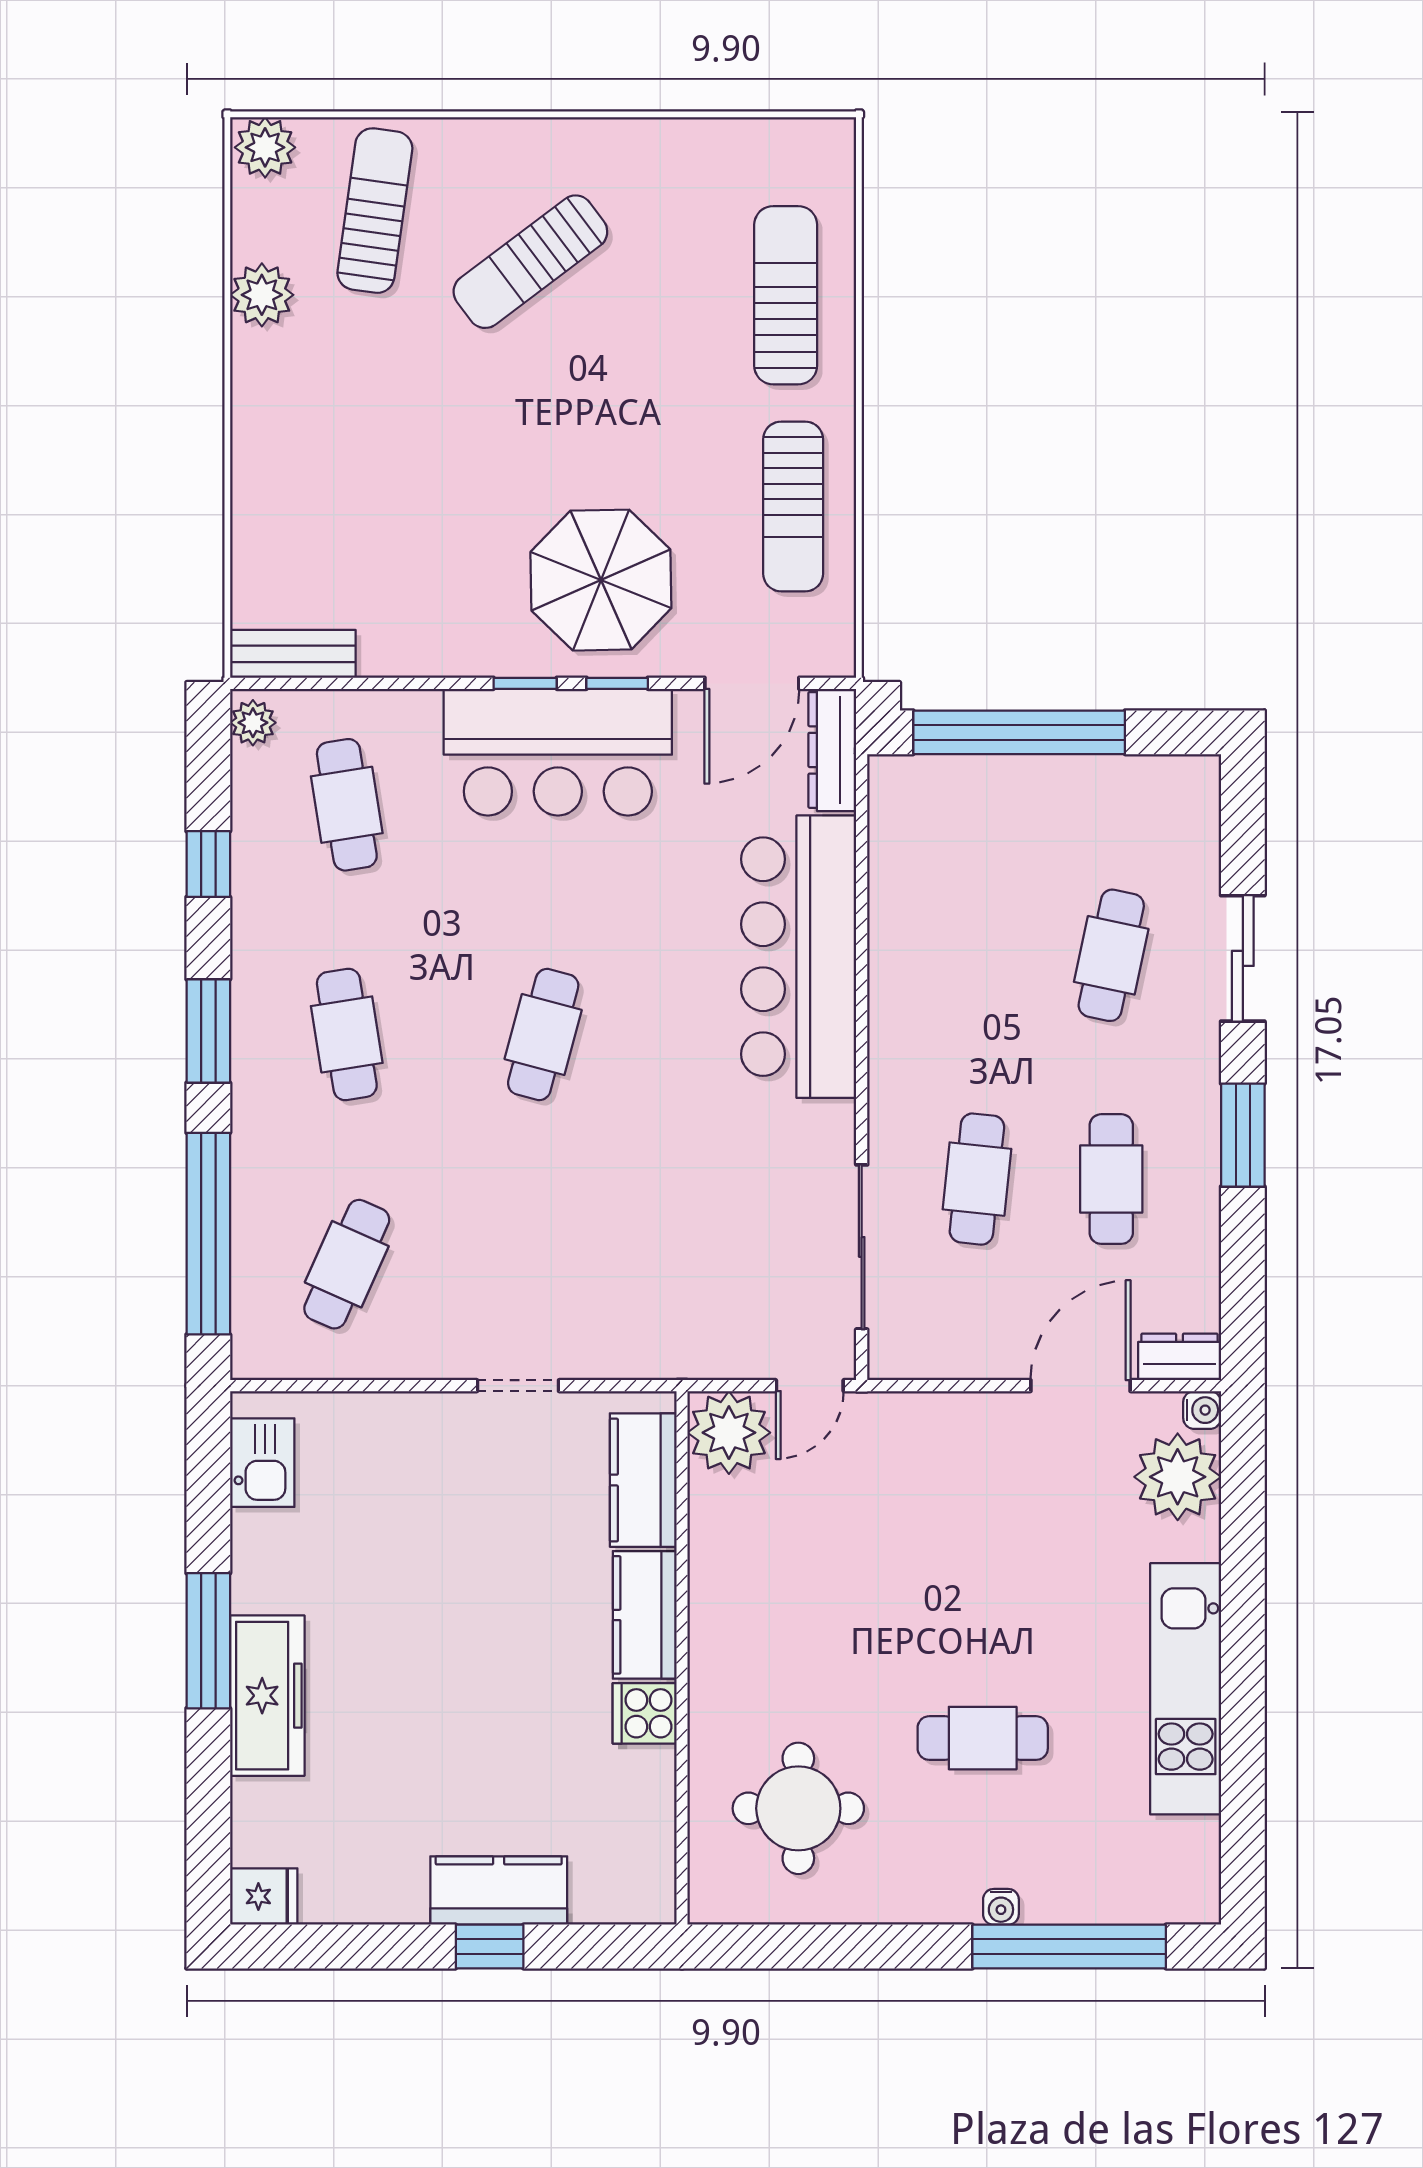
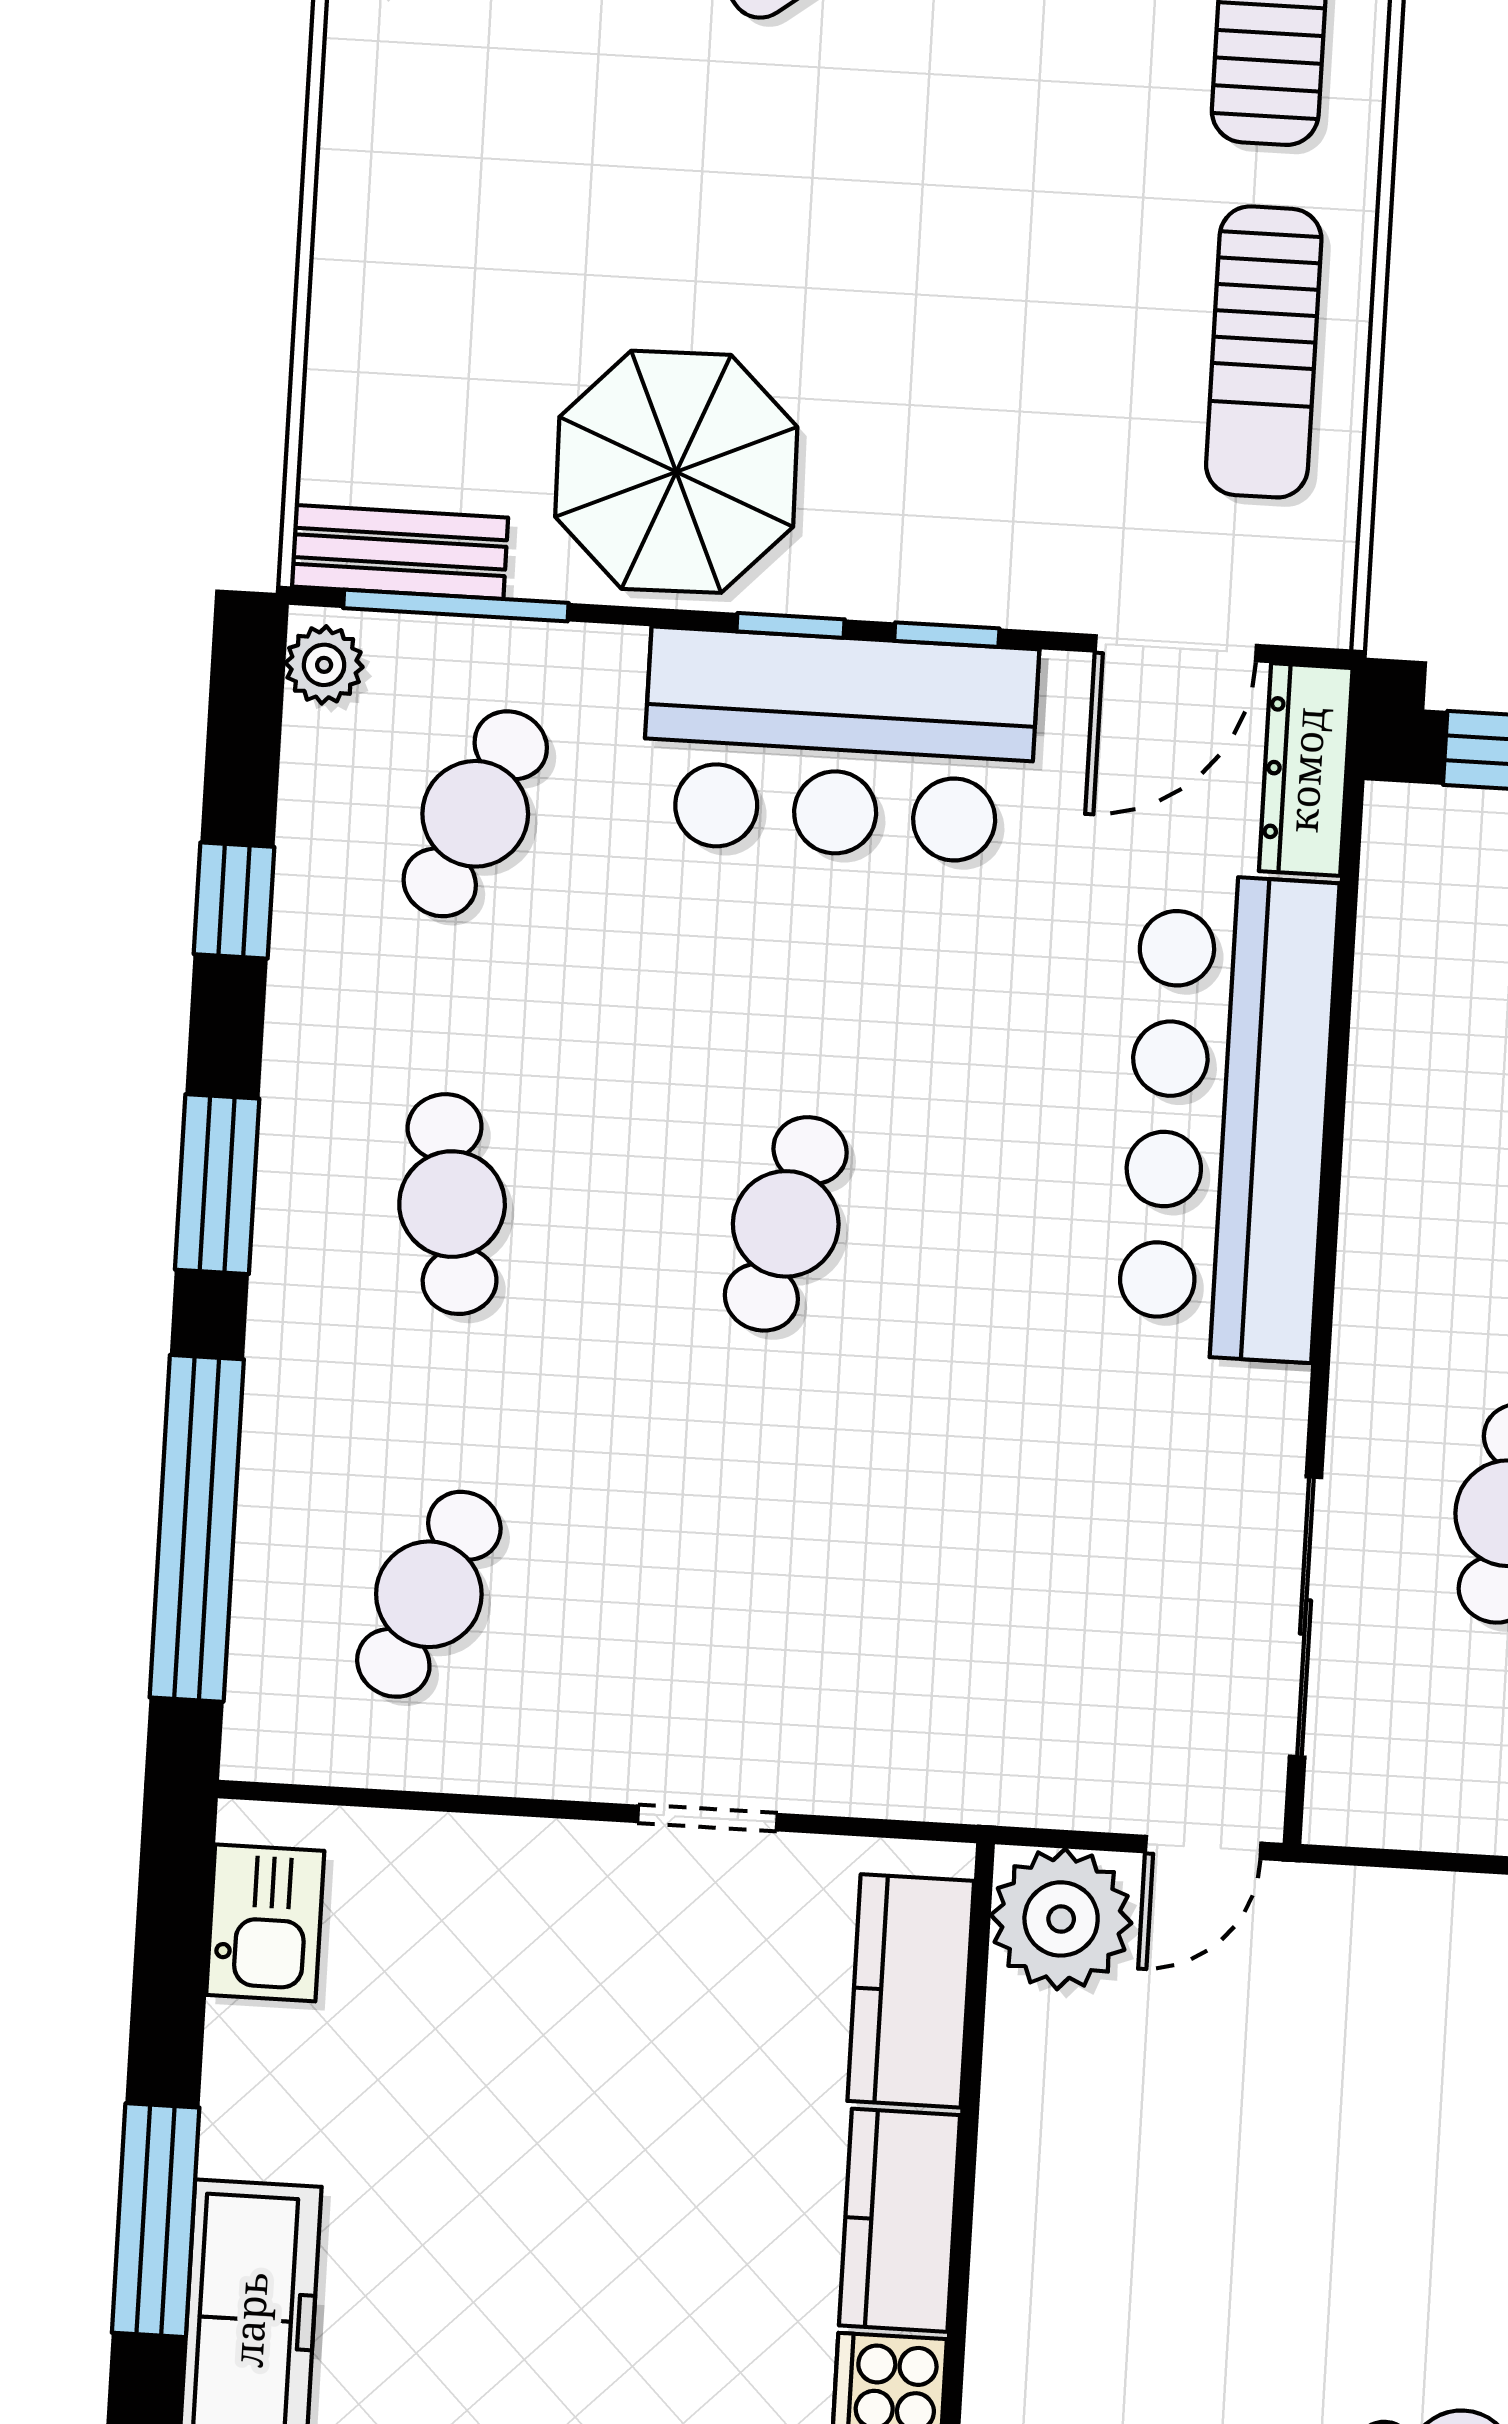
parasol: (601, 580) -> (676, 472), moved
window: (328, 683) -> (456, 605), added
cafe table: (347, 805) -> (475, 814), turned 33

